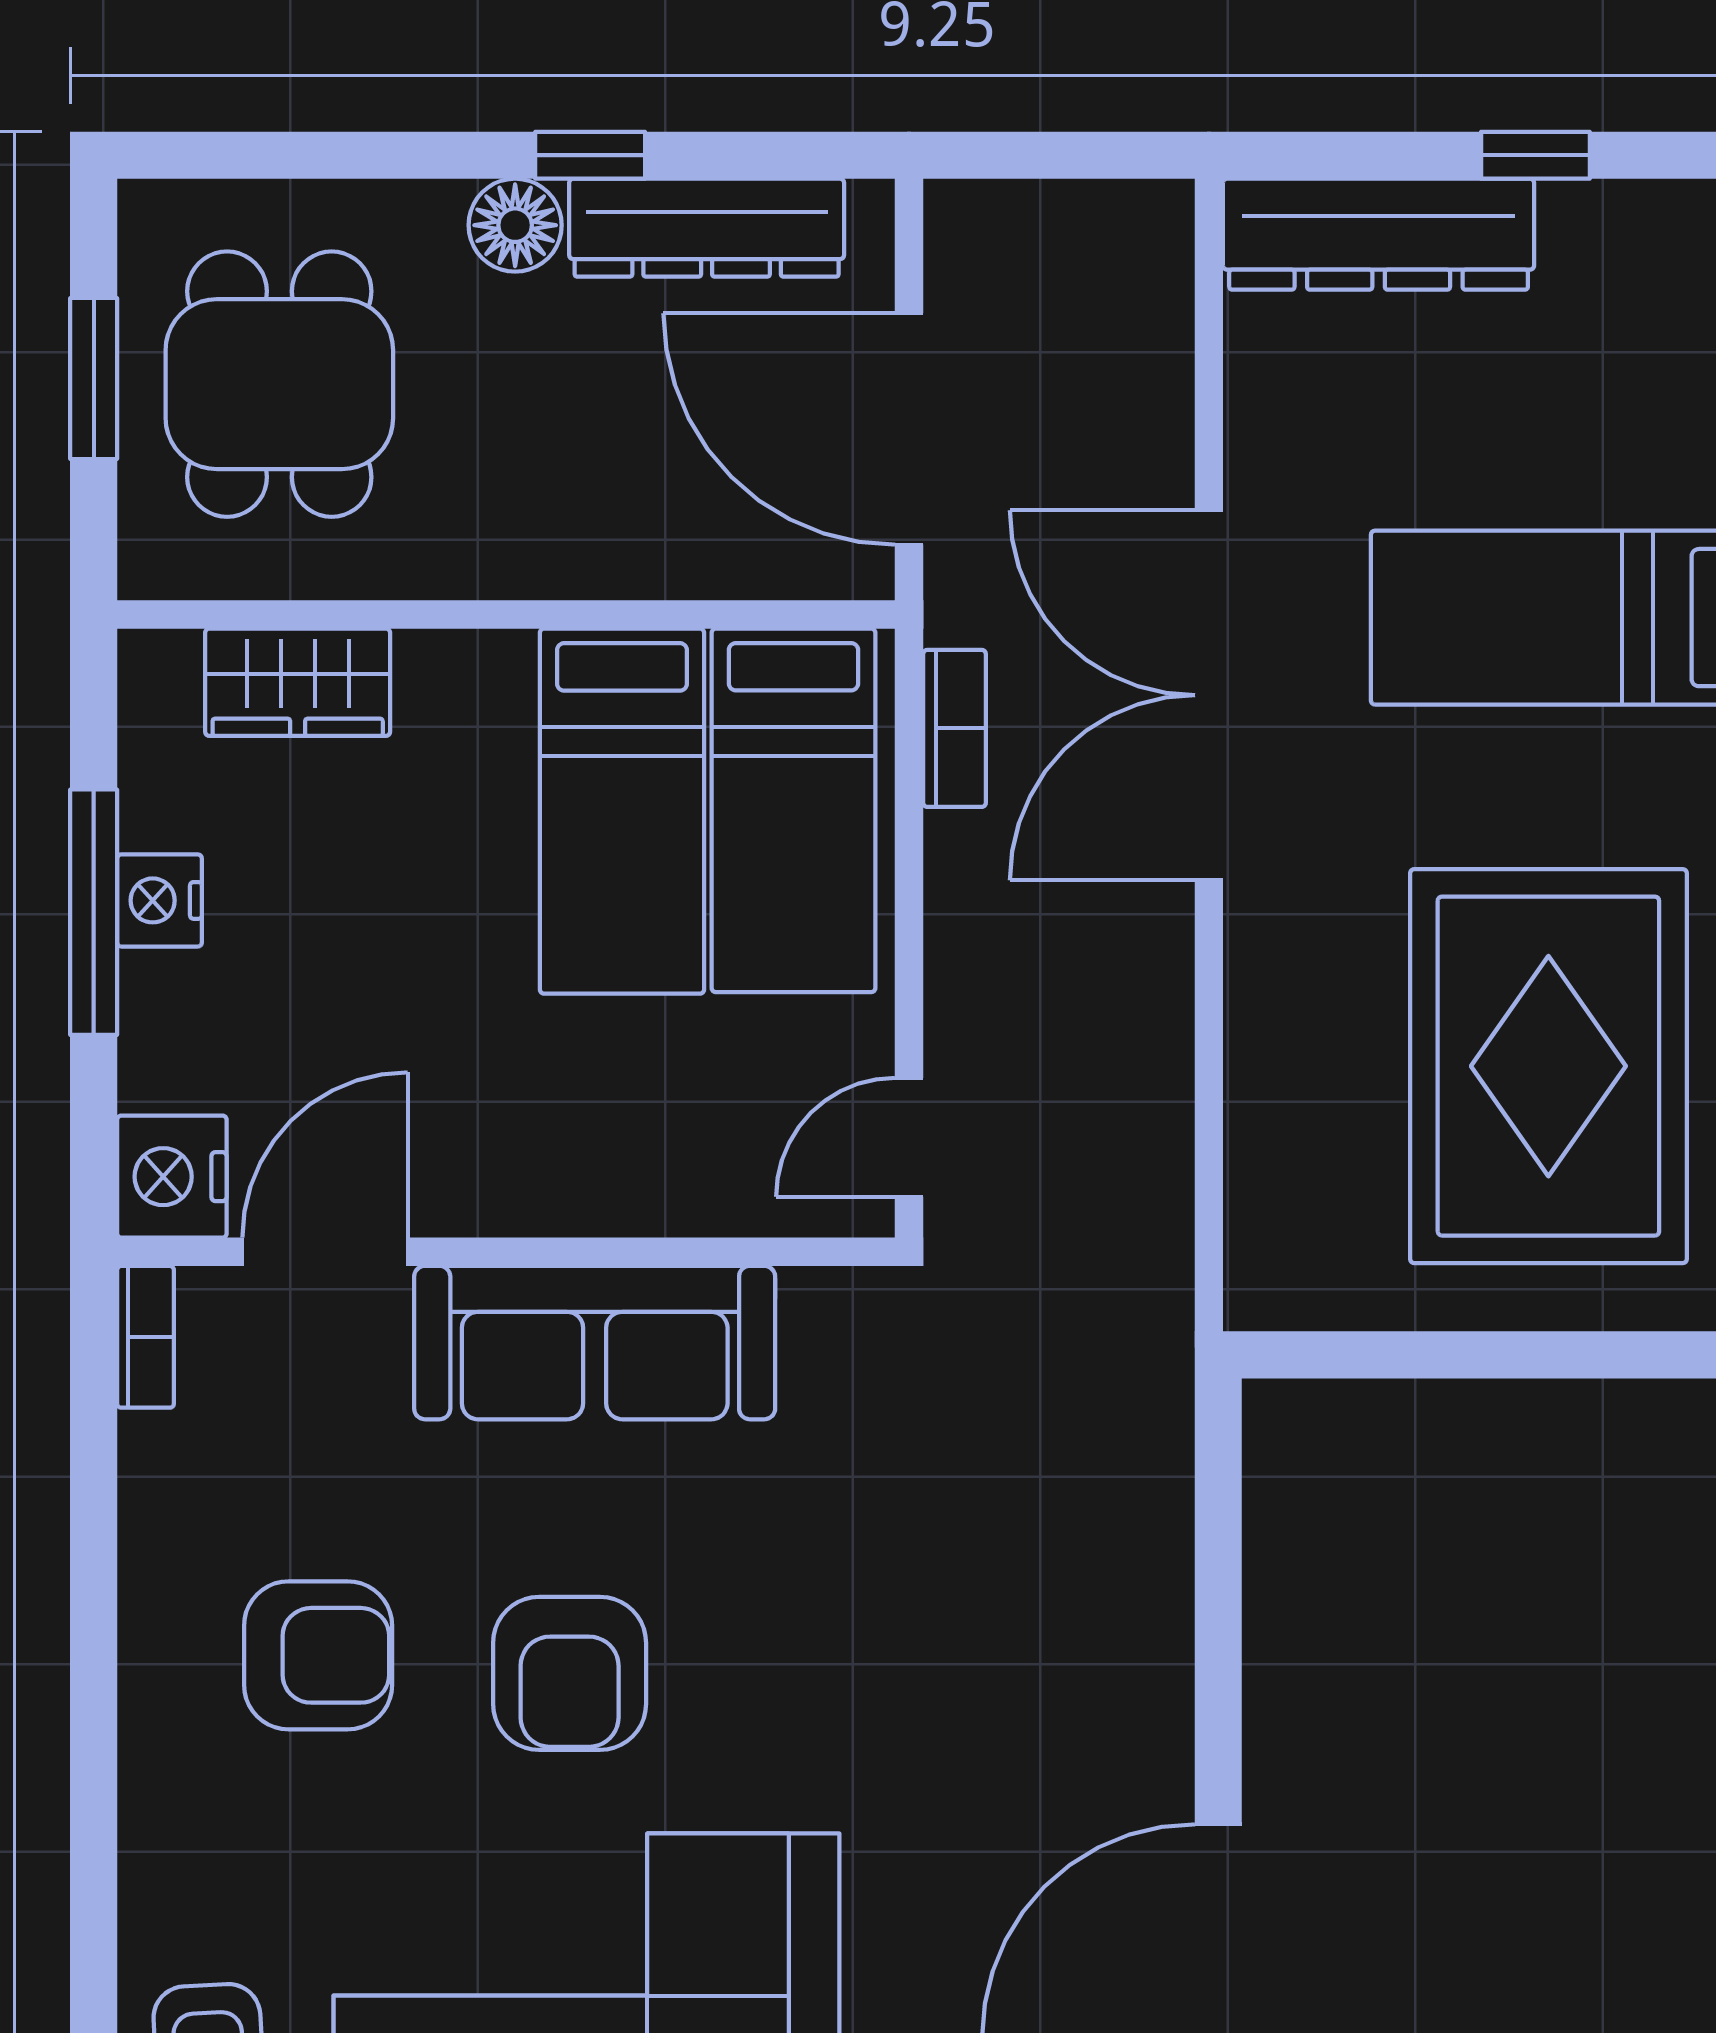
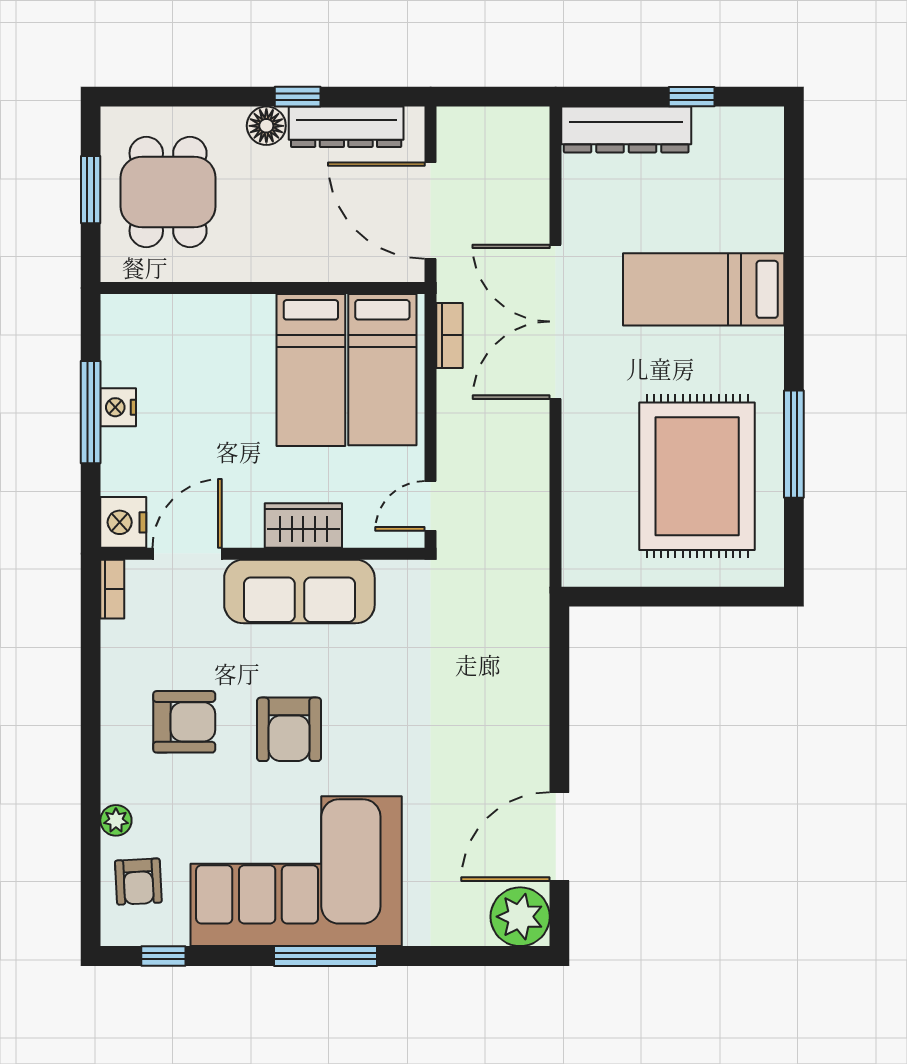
wardrobe: (298, 682) -> (303, 525), moved, turned 180
plant: (154, 1892) -> (116, 820), added

